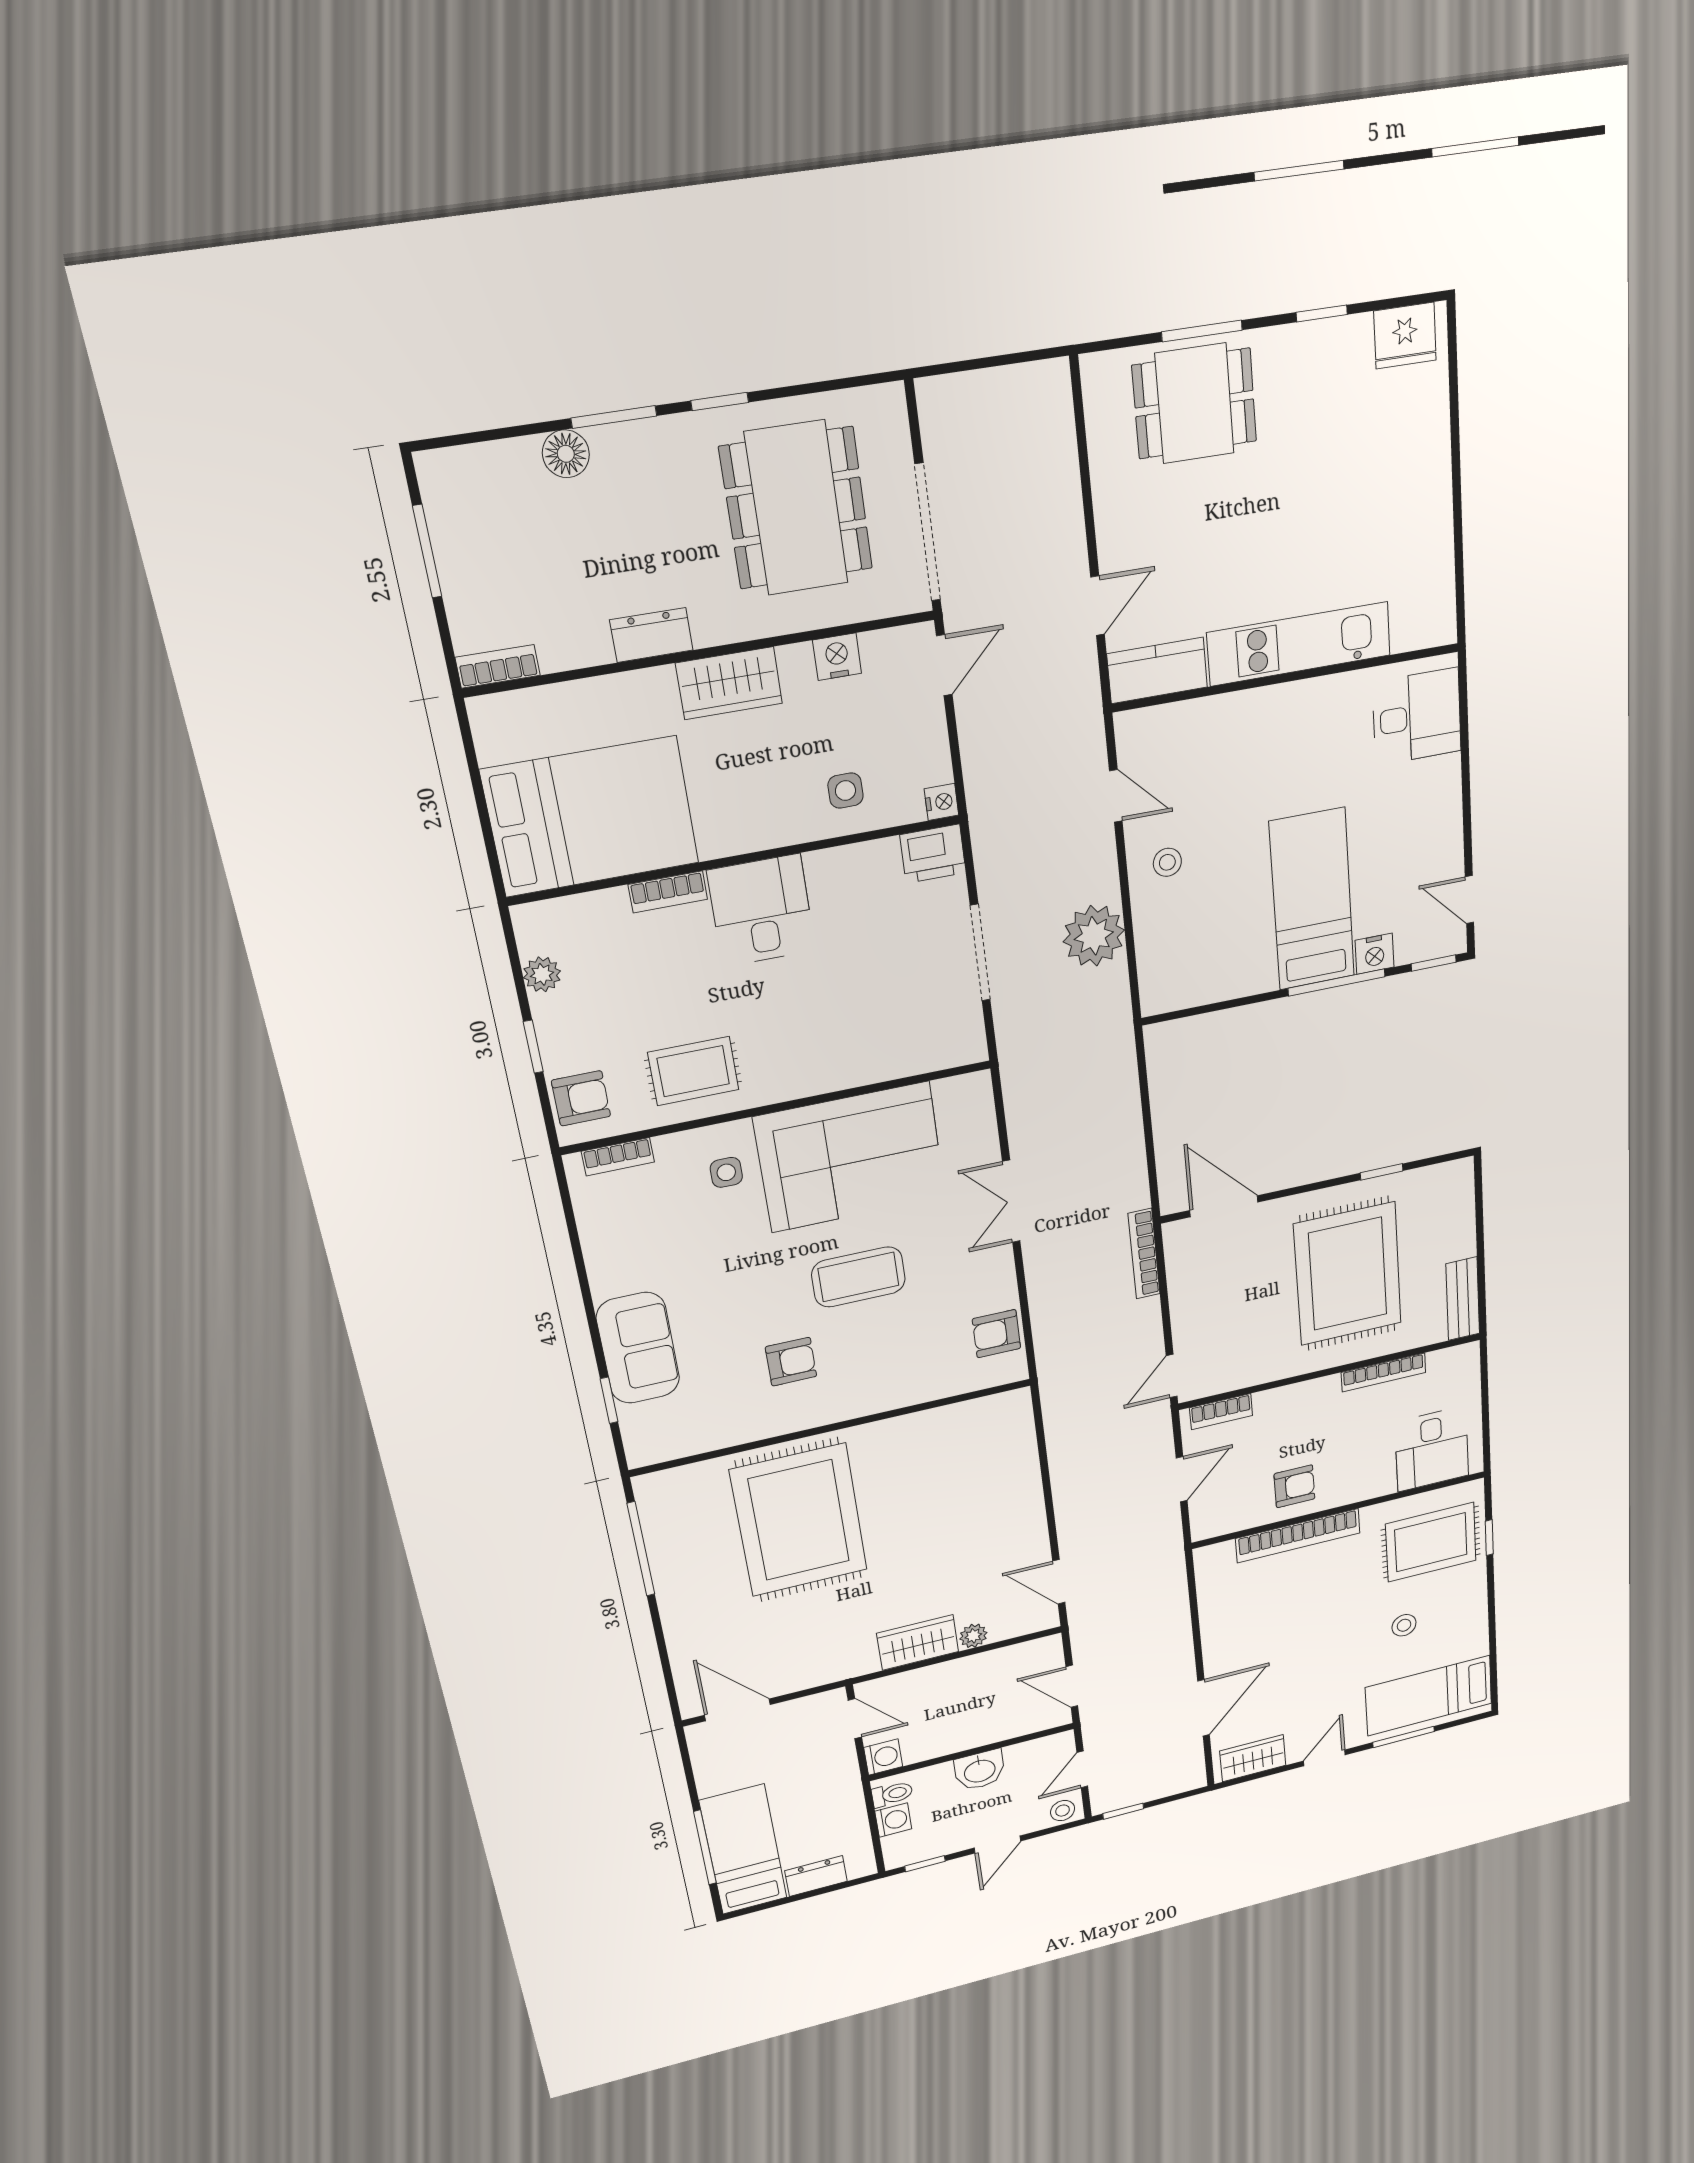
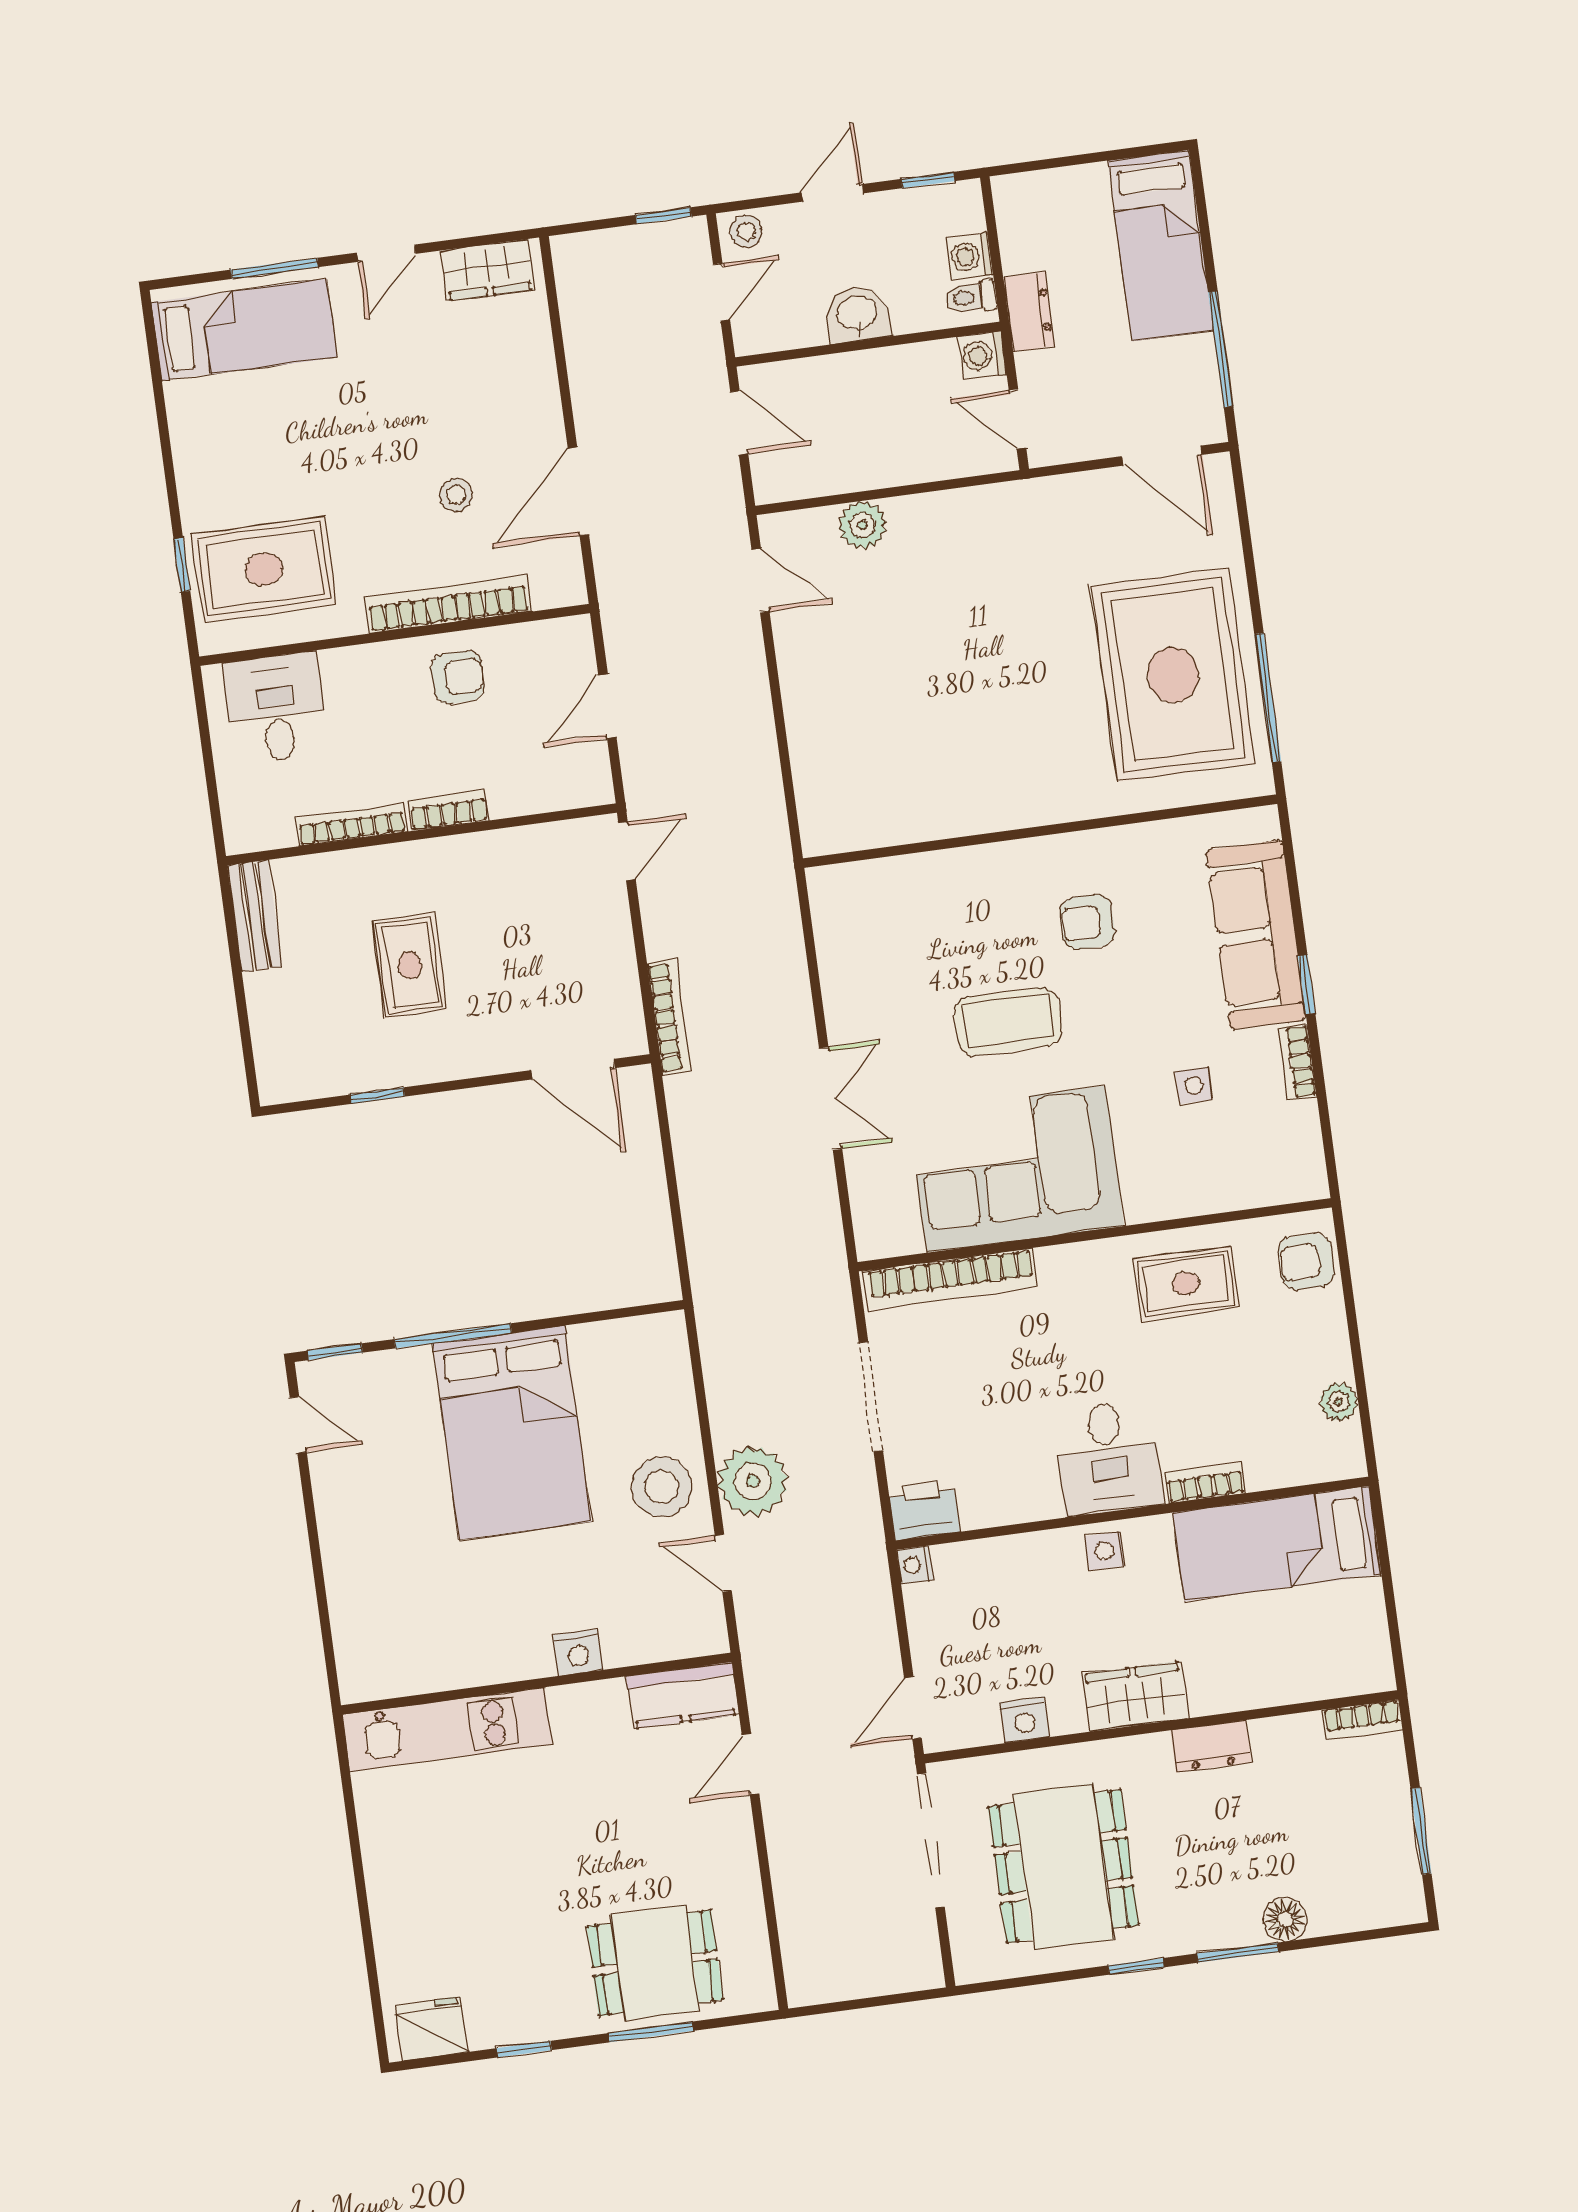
kitchen unit: (1299, 644) -> (447, 1729), moved
desk: (1417, 717) -> (382, 1636), removed
side table: (845, 791) -> (1105, 1551), moved
bed: (591, 817) -> (1277, 1544), width x0.67
stool: (1167, 862) -> (662, 1487), width x1.89, depth x1.89
bed: (1312, 900) -> (512, 1432), width x1.50
plant: (1094, 936) -> (753, 1481), moved
nightstand: (1375, 954) -> (578, 1652), moved, turned 180
window: (533, 1047) -> (1352, 1323), removed
bookcase: (908, 1060) -> (951, 1279), added
bookcase: (618, 1157) -> (1297, 1062), moved, turned -90
side table: (726, 1172) -> (1194, 1085), moved
rug: (1348, 1274) -> (410, 965), width x0.54, depth x0.49
armchair: (996, 1334) -> (845, 932), removed
sofa: (638, 1348) -> (1256, 935), width x1.36
window: (609, 1400) -> (1307, 985), moved
bookcase: (1221, 1412) -> (448, 810), moved
armchair: (1294, 1486) -> (458, 677), turned 180
rug: (799, 1520) -> (1173, 675), moved
stool: (1404, 1625) -> (456, 495), moved
plant: (973, 1636) -> (862, 525), width x1.38, depth x1.38
wardrobe: (918, 1642) -> (938, 519), removed
door: (1204, 1708) -> (578, 491), moved
window: (705, 1847) -> (1221, 349), moved
dresser: (816, 1876) -> (1029, 312), moved, turned -90

